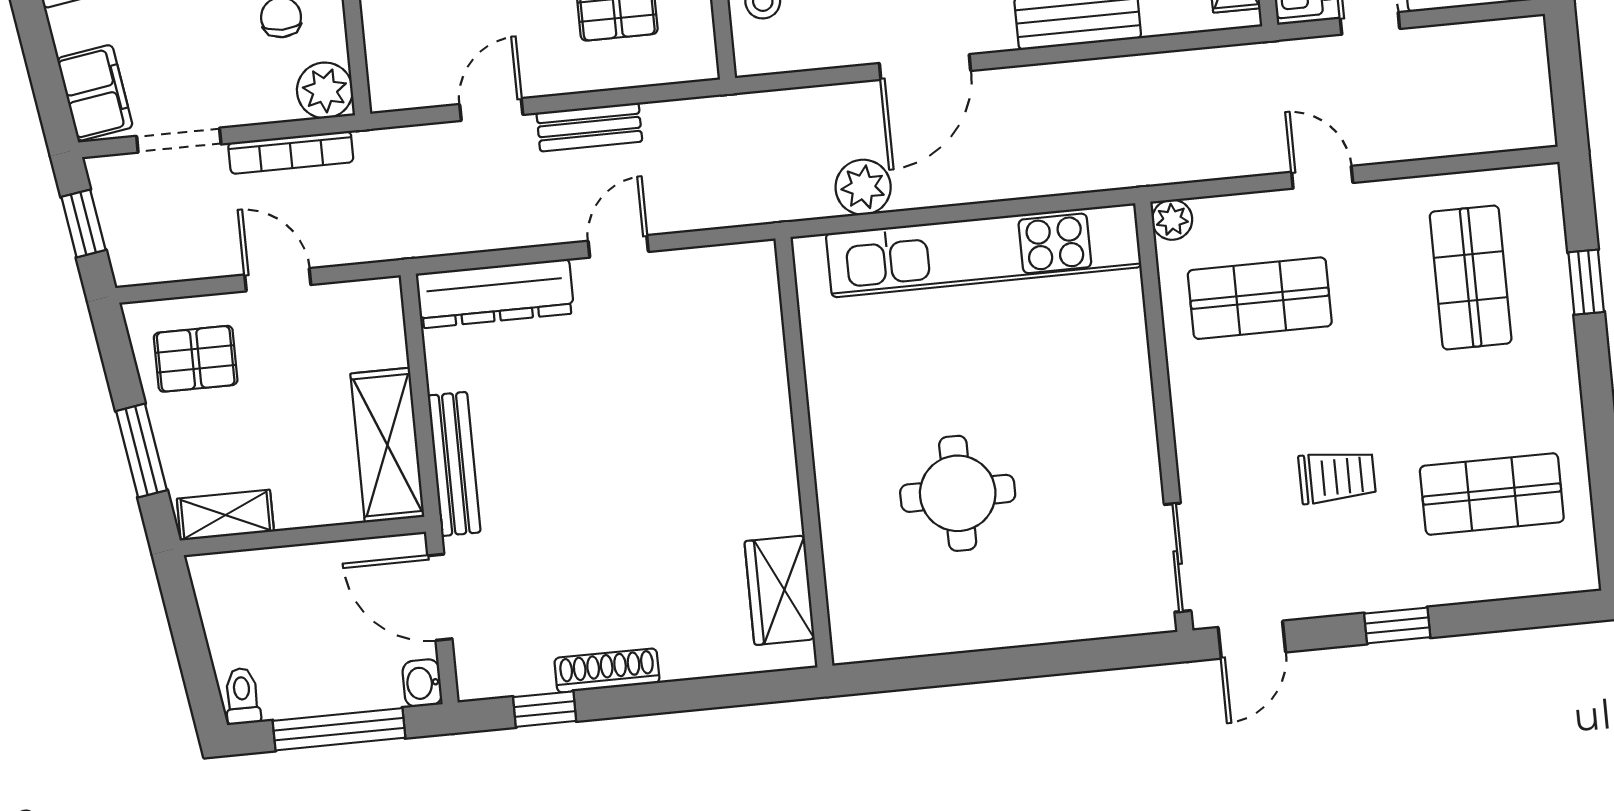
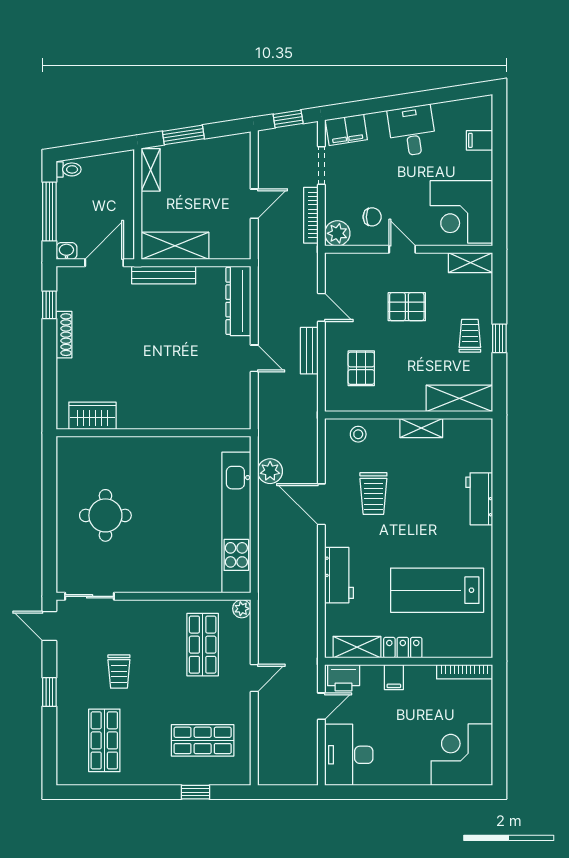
pallet: (196, 359) -> (222, 163), removed
round table: (958, 493) -> (105, 515), moved

